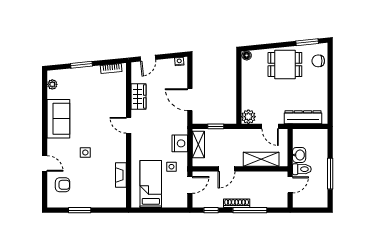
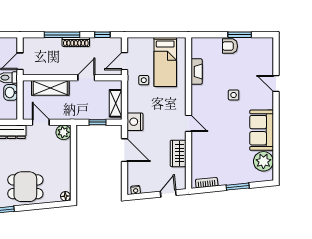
plant: (52, 84) -> (263, 161), width x1.88, depth x1.88
nightstand: (180, 143) -> (135, 122), moved
armchair: (63, 185) -> (230, 46), moved

